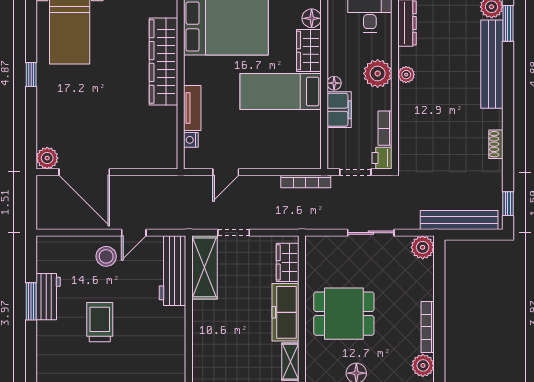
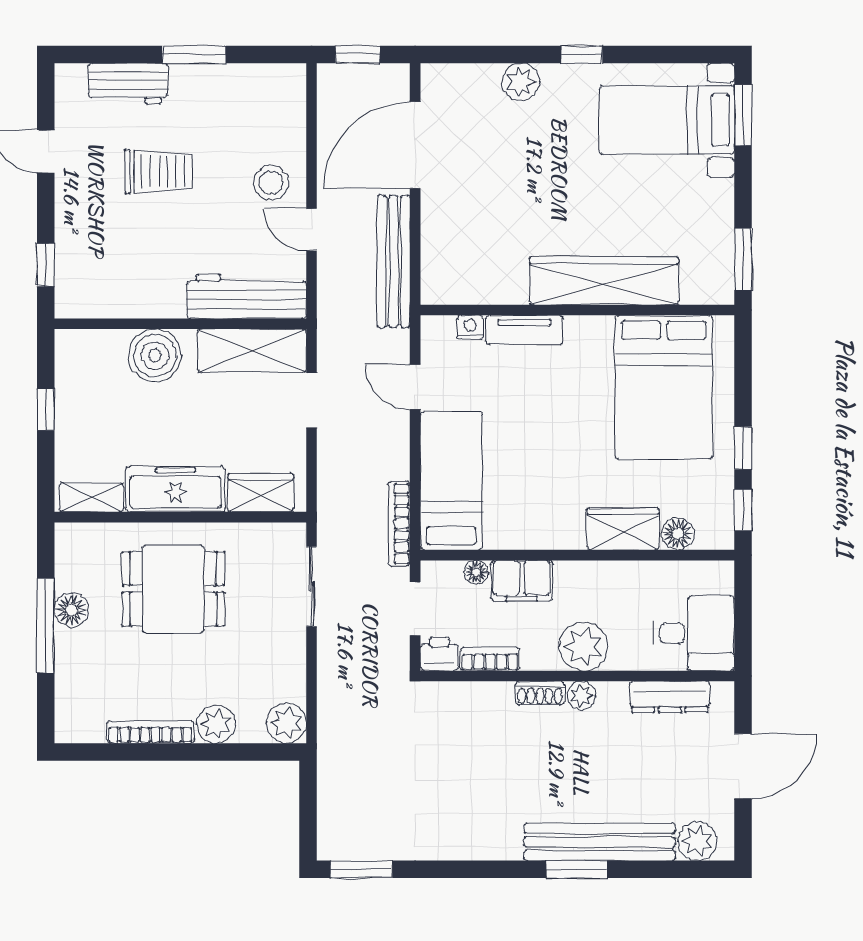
window: (508, 23) -> (577, 869), moved
floor lamp: (334, 83) -> (476, 572), moved
bed: (281, 91) -> (451, 481), moved
shoe rack: (496, 144) -> (540, 693), moved, turned 180
plant: (47, 158) -> (521, 82), moved
window: (508, 204) -> (361, 869), width x1.50
window: (31, 206) -> (358, 54), added
bench: (459, 220) -> (393, 261), moved
sliding door: (371, 233) -> (312, 587), moved
workbench: (48, 297) -> (128, 84), moved
dining table: (344, 314) -> (173, 589), turned 90
boiler: (207, 324) -> (155, 355), added
plant: (423, 365) -> (216, 724), moved

